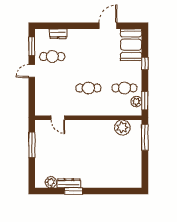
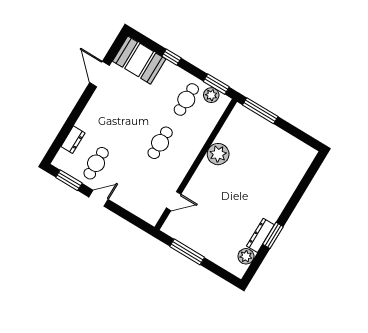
door: (32, 71) -> (99, 198), swing flipped
plant: (122, 128) -> (218, 154), moved

